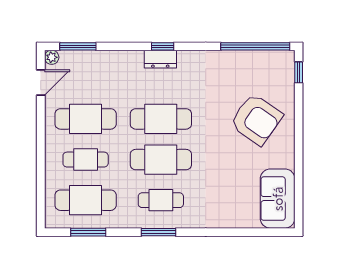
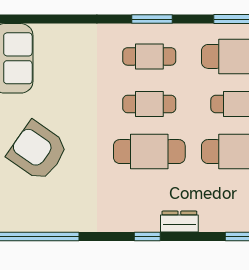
dresser: (160, 59) -> (179, 222), moved
cafe table: (161, 160) -> (149, 104), width x0.73, depth x0.74

